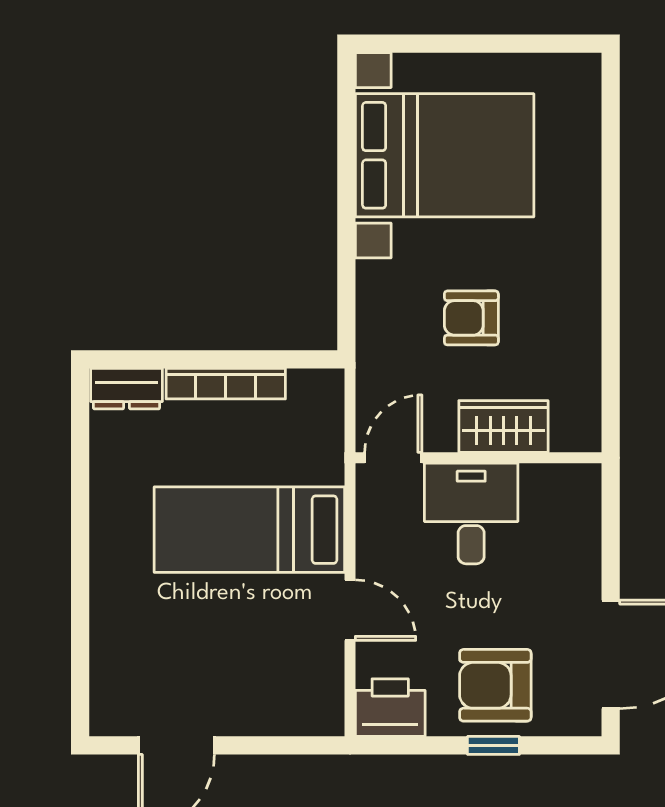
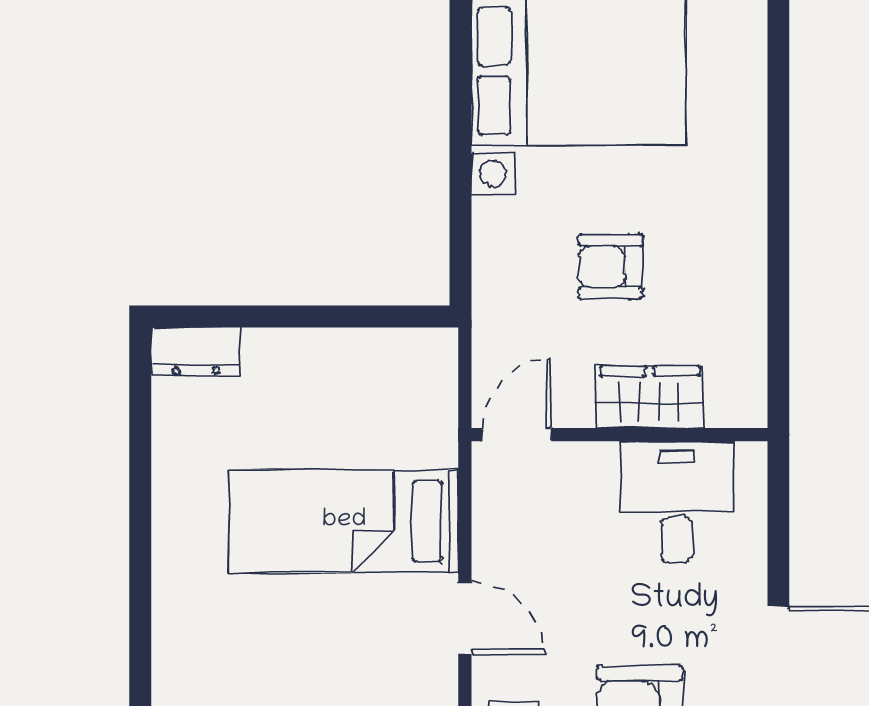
bookcase: (226, 384) -> (315, 346), removed
desk: (471, 513) -> (677, 502), moved

